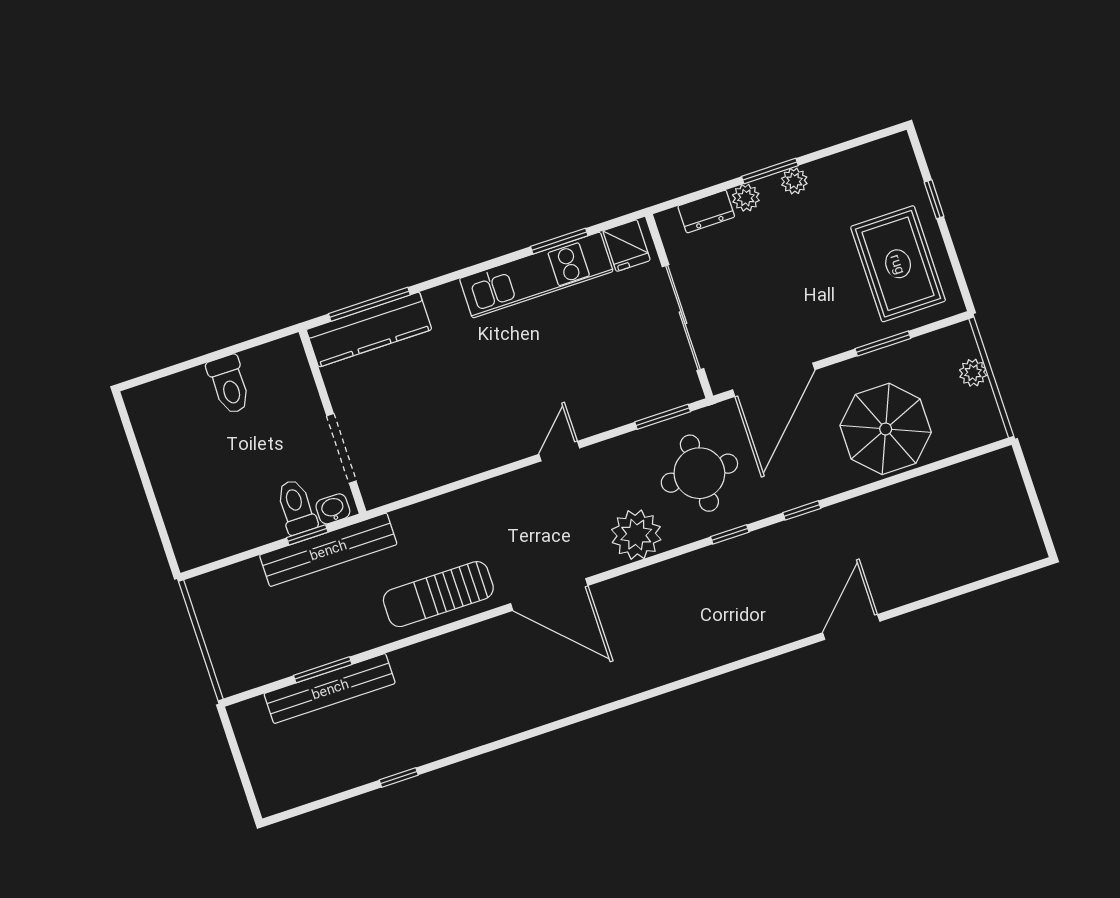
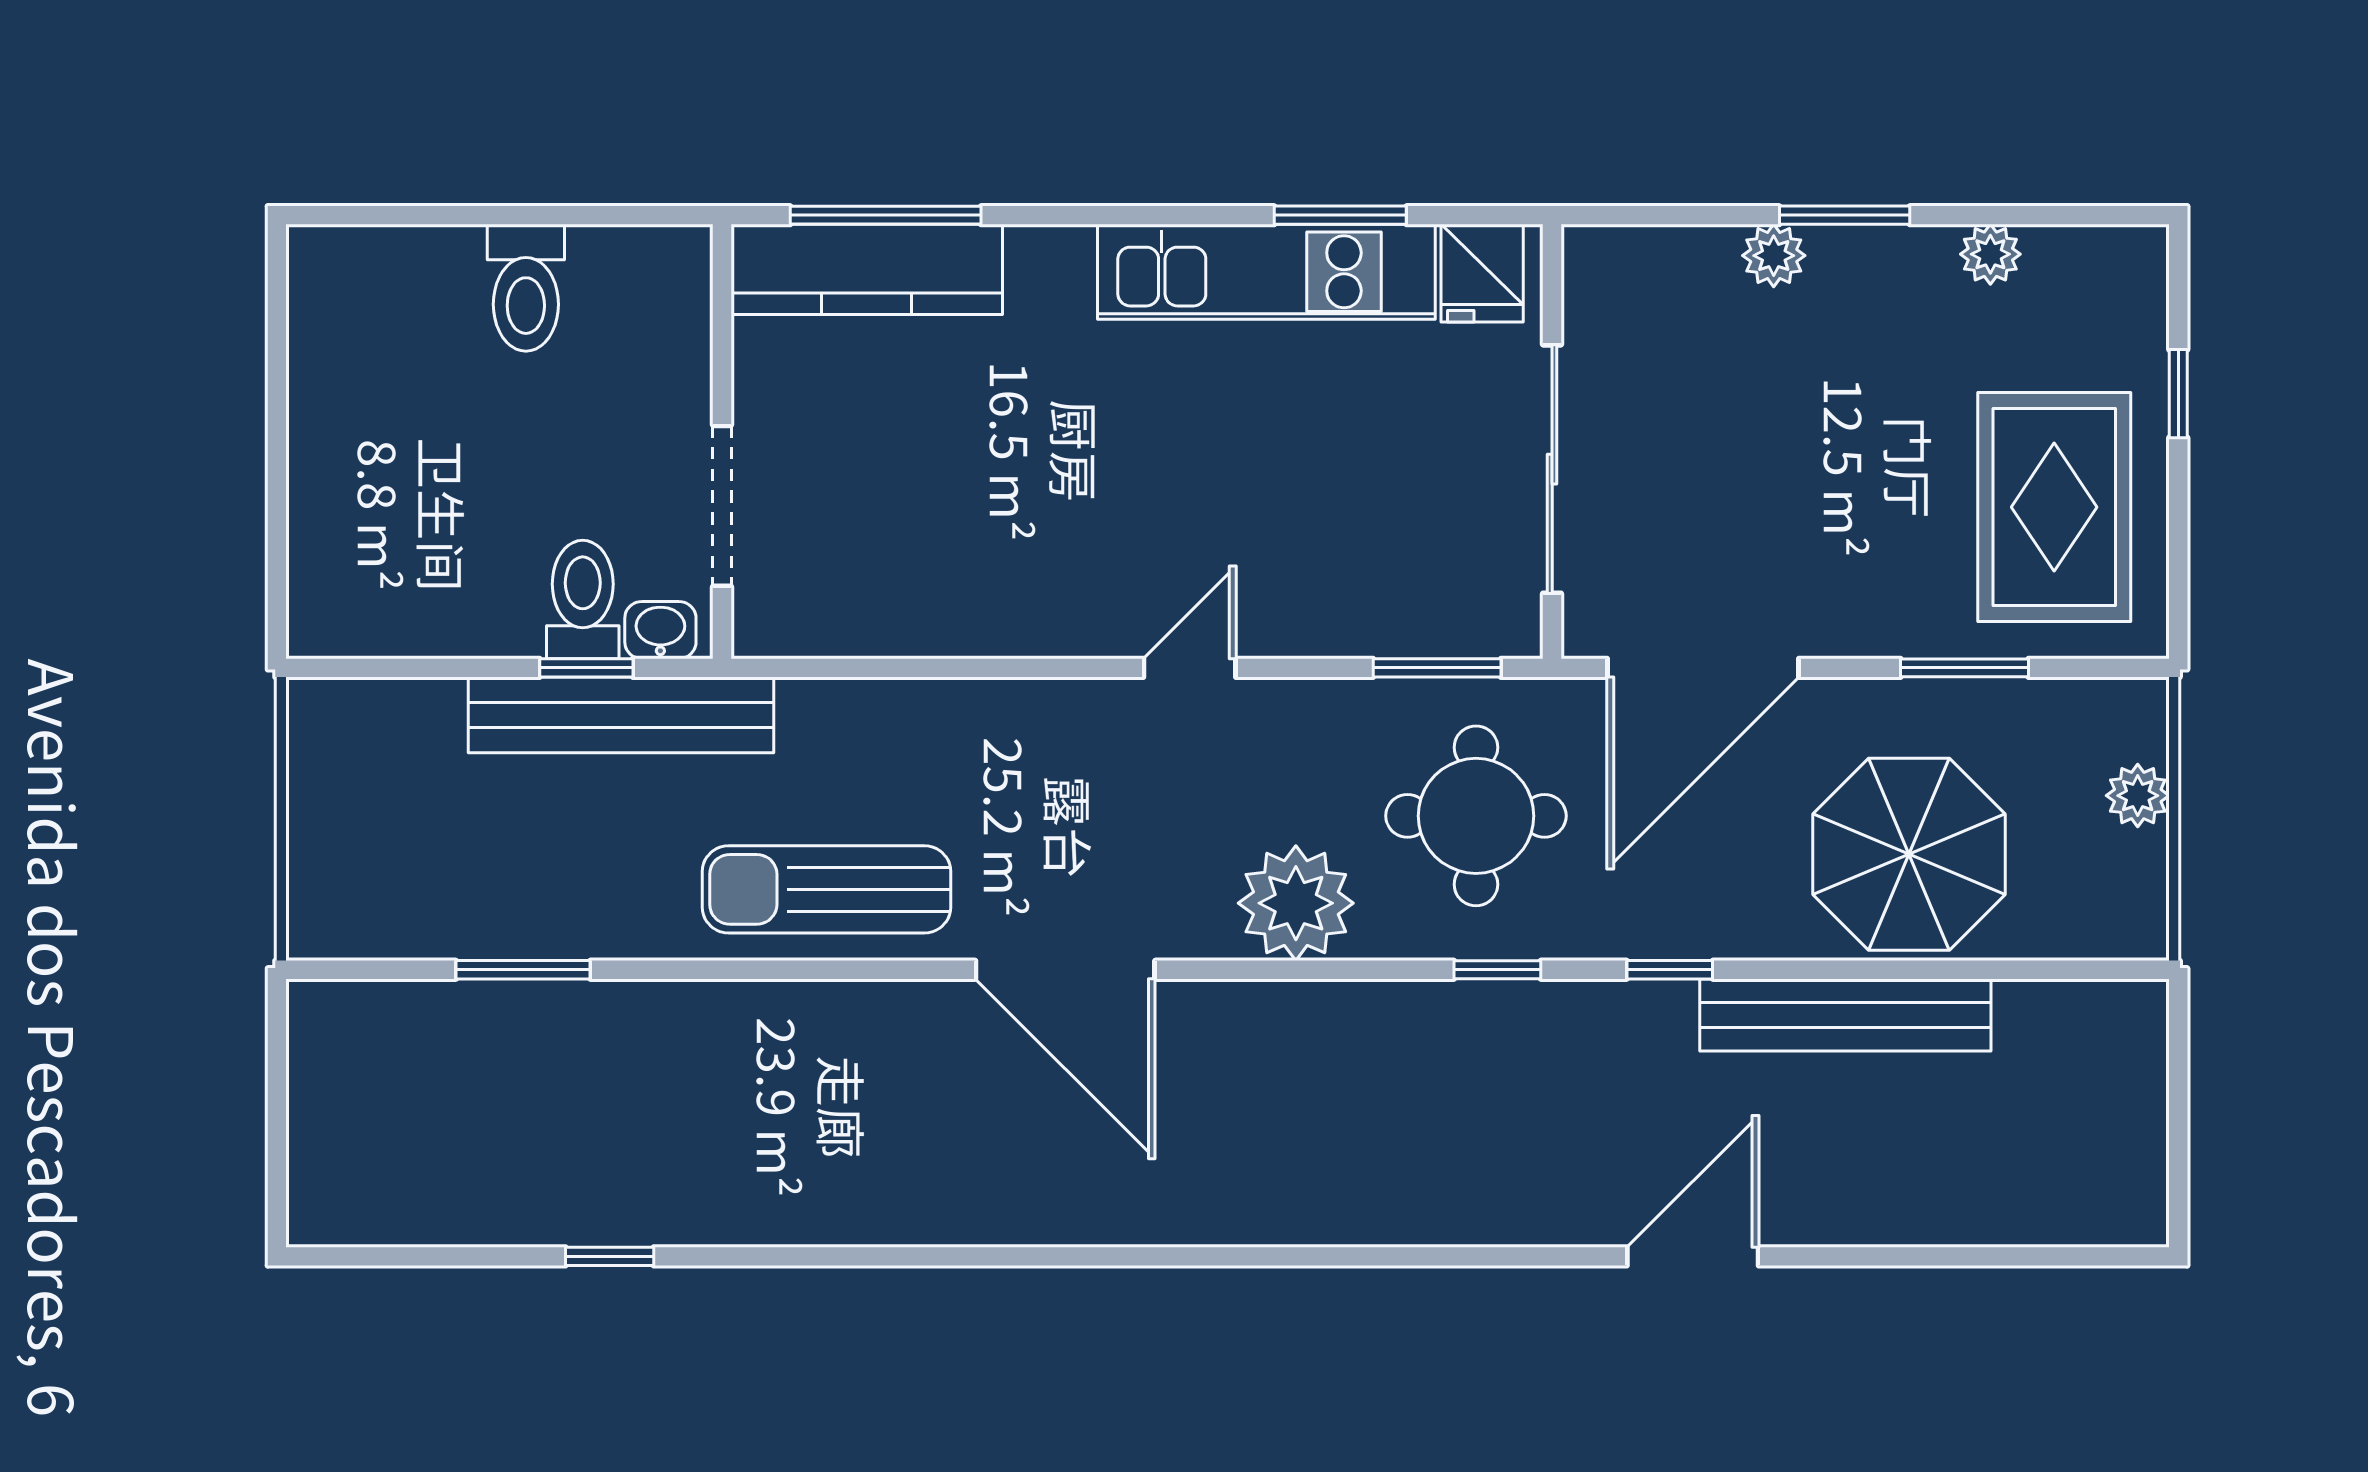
plant: (794, 181) -> (1990, 254), moved
dresser: (706, 212) -> (1678, 257), removed
bench: (330, 689) -> (1845, 1015), moved

